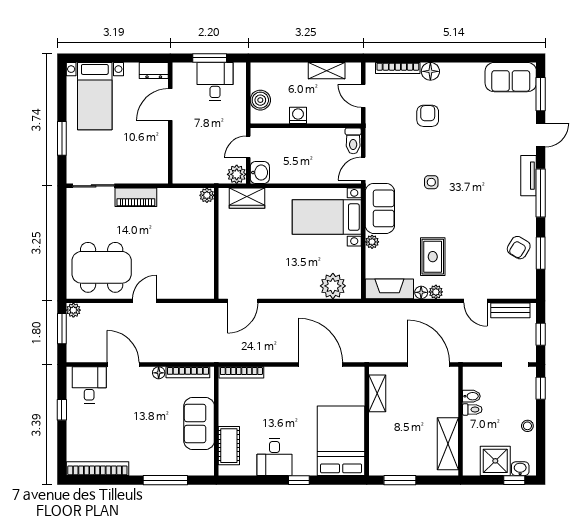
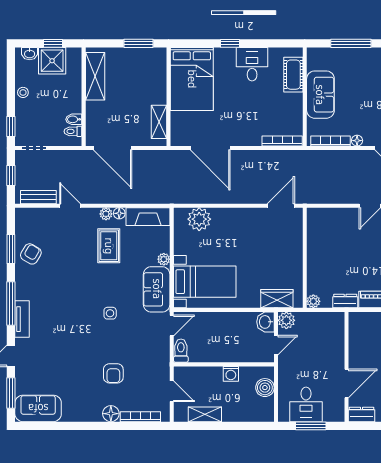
dresser: (172, 196) -> (345, 301), added
toilet: (472, 409) -> (73, 131), moved
window: (514, 480) -> (53, 43), moved

